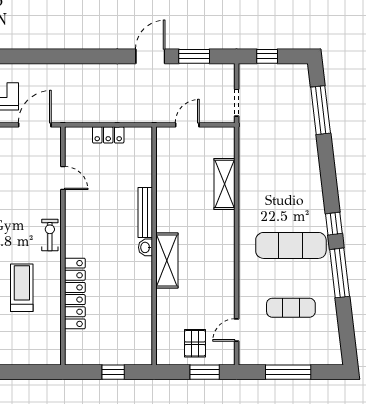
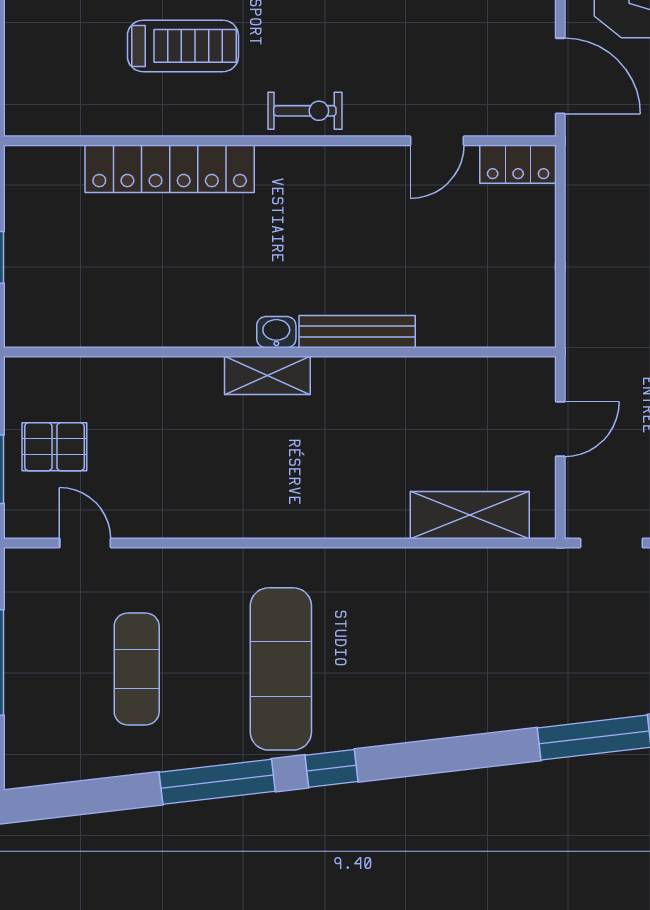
door: (187, 125) -> (560, 429), hinge flipped
locker: (108, 135) -> (518, 164), moved, turned -90
shelving: (224, 184) -> (470, 515), moved
shelving: (167, 260) -> (267, 375), width x0.67, depth x0.75

